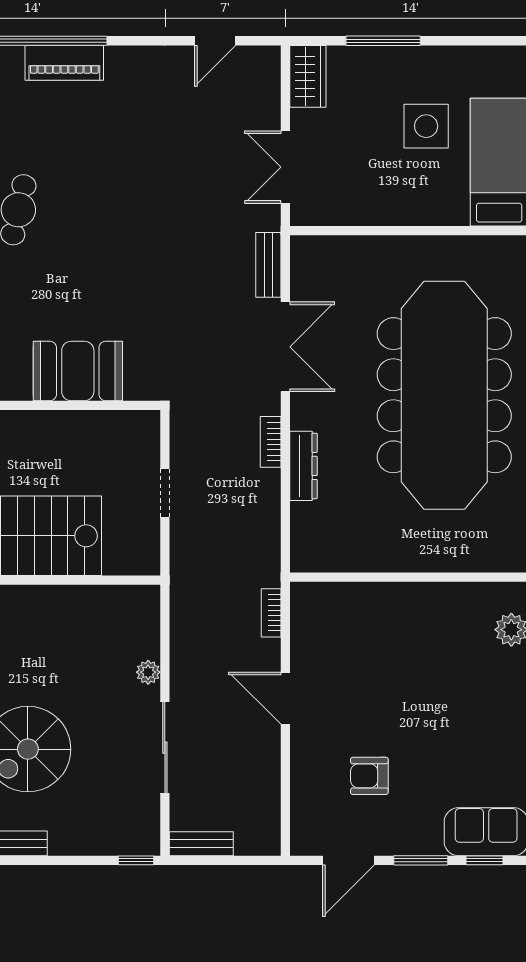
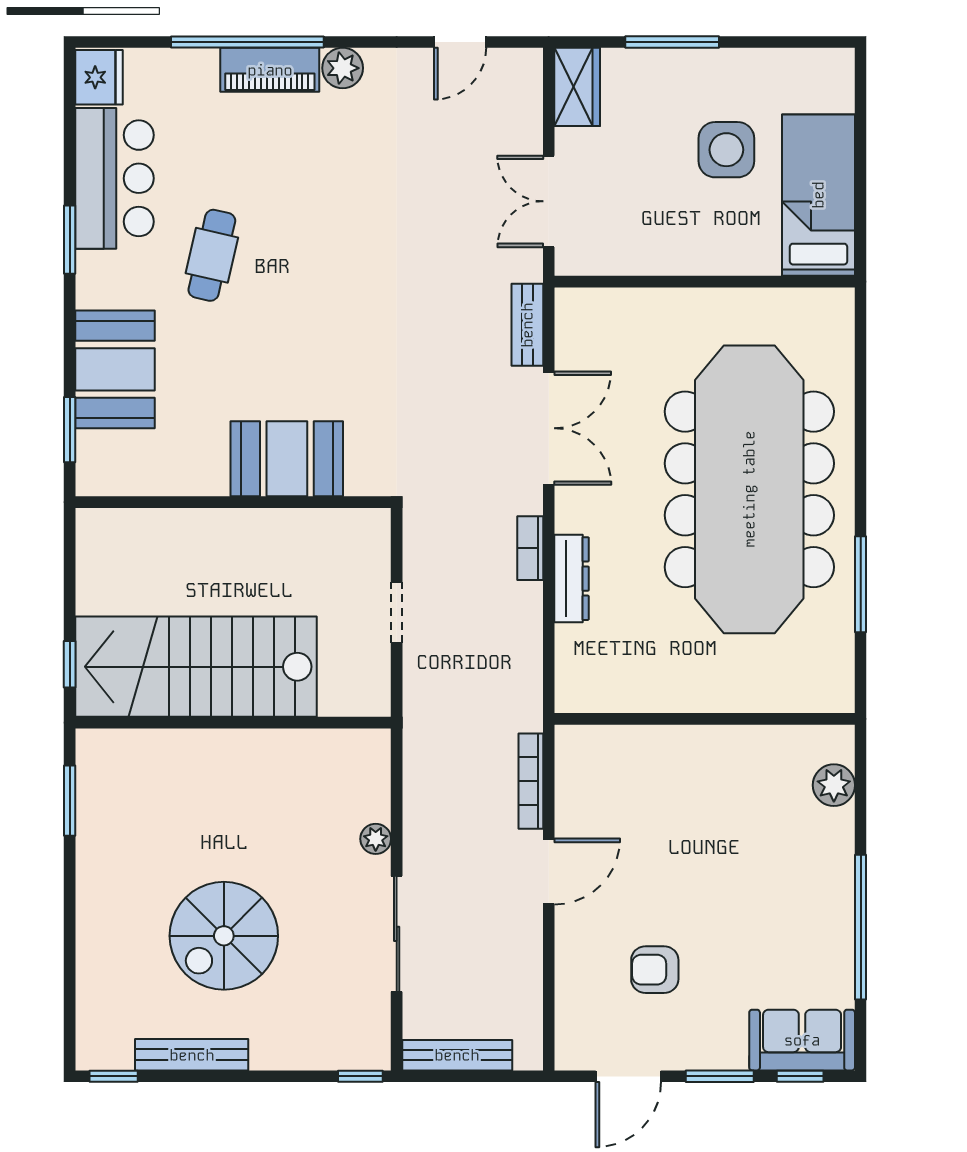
plant: (122, 61) -> (343, 68), added
bookcase: (271, 613) -> (531, 781), width x1.56
door: (285, 698) -> (549, 871), swing flipped
bench: (201, 844) -> (457, 1055), width x1.36

